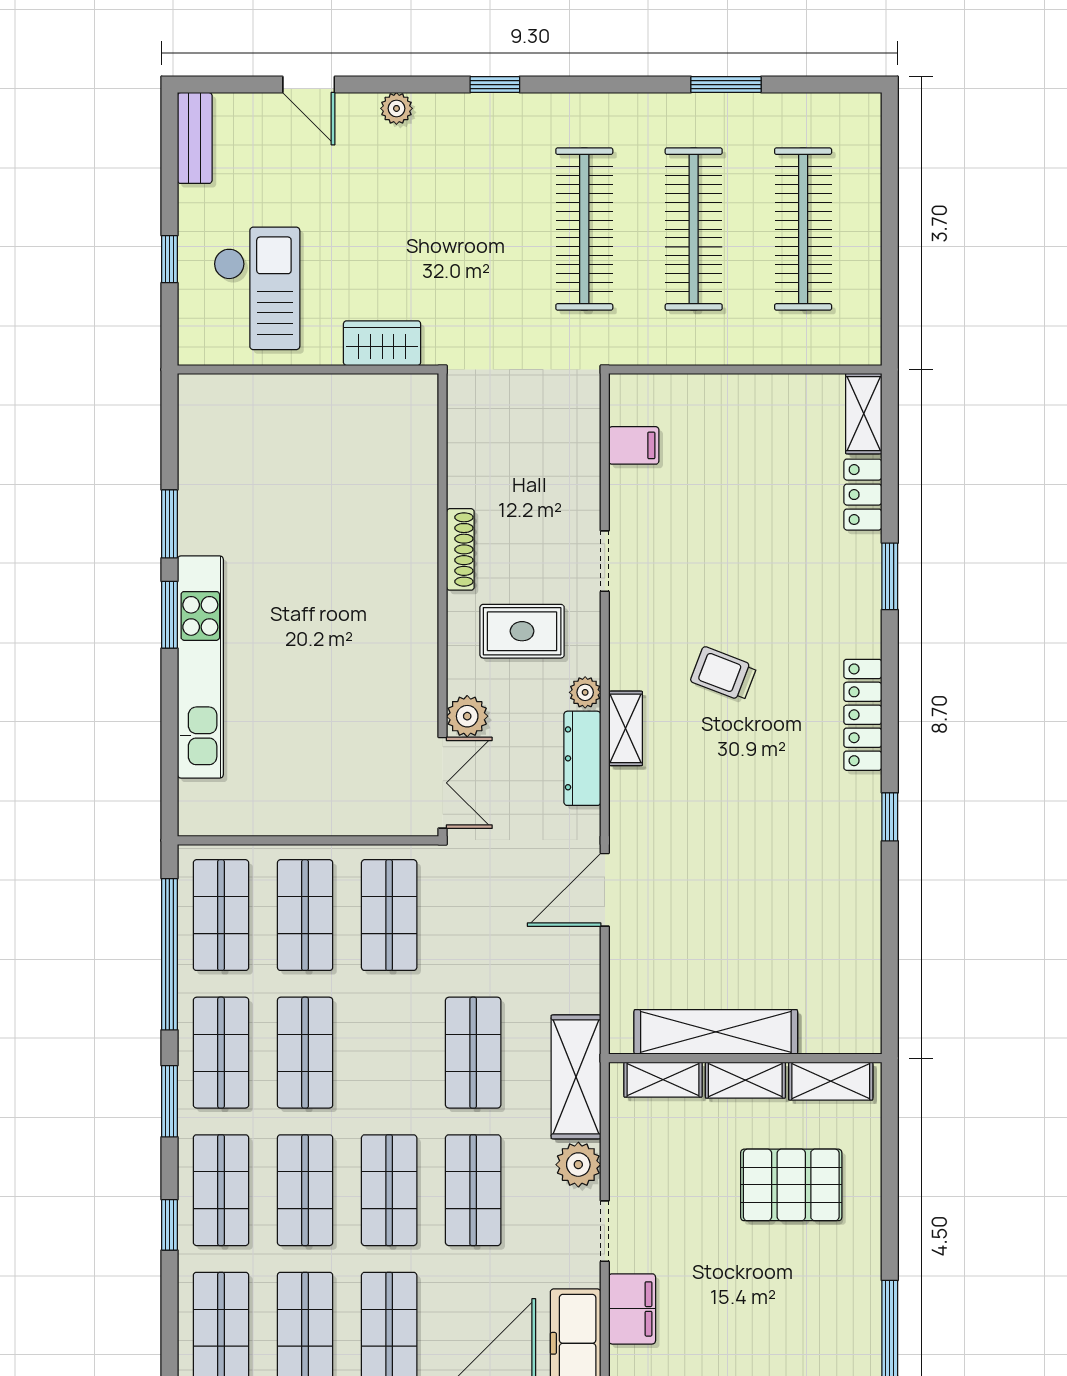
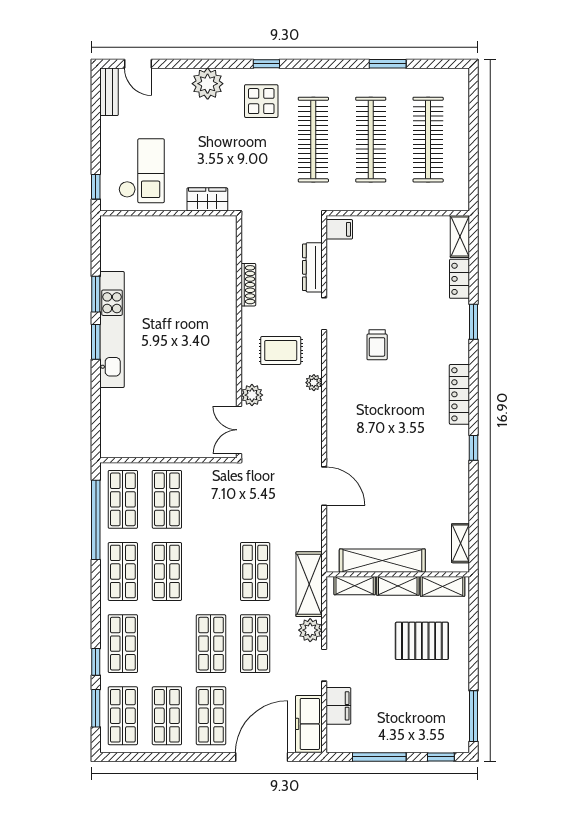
door: (309, 85) -> (138, 64), moved
plant: (396, 108) -> (208, 84), width x1.88, depth x1.88
display table: (485, 156) -> (261, 101), added
window: (169, 259) -> (96, 187), moved
filing cabinet: (634, 445) -> (339, 229), moved
shoe rack: (460, 549) -> (248, 285), moved
kitchen unit: (200, 667) -> (112, 329), moved
trolley: (723, 674) -> (377, 345), moved, turned -111
shelving: (626, 728) -> (461, 543), moved
dresser: (582, 758) -> (312, 267), moved
double door: (443, 783) -> (239, 430), swing flipped
door: (605, 890) -> (324, 486), swing flipped
shop shelf: (389, 915) -> (211, 499), removed
window: (169, 1101) -> (96, 708), moved
shop shelf: (305, 1190) -> (167, 644), removed

